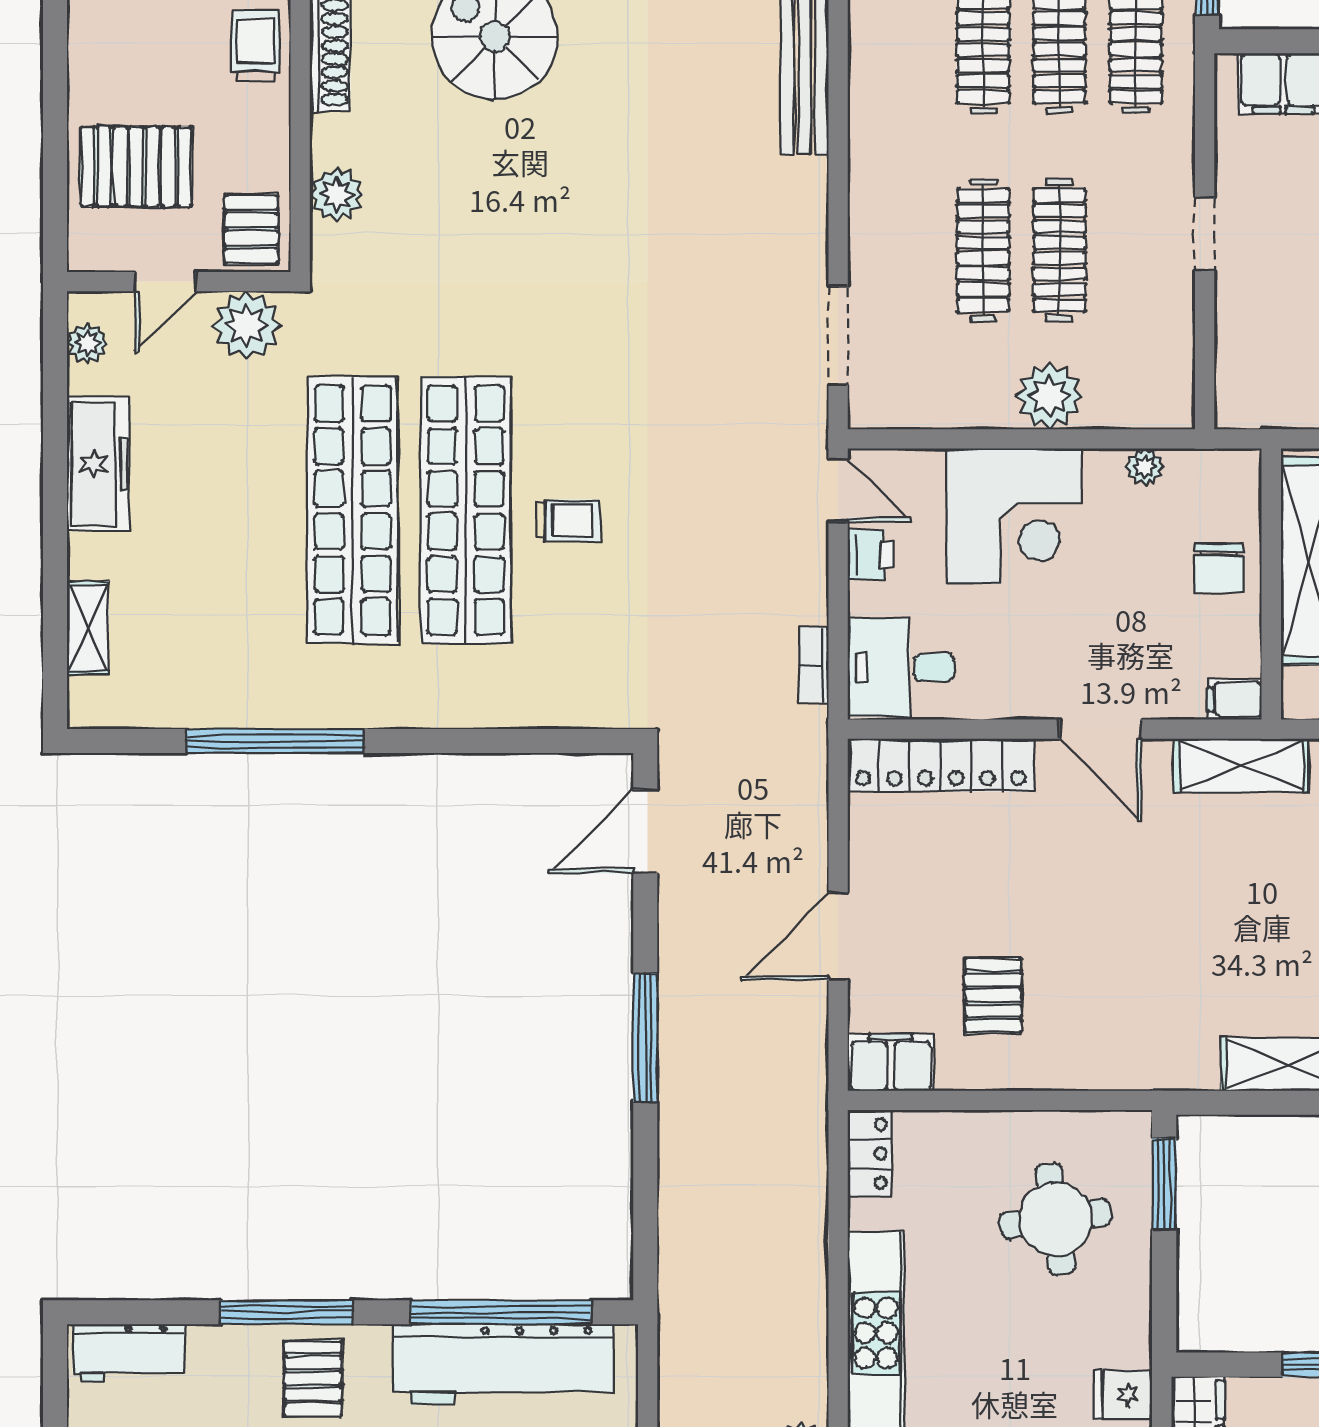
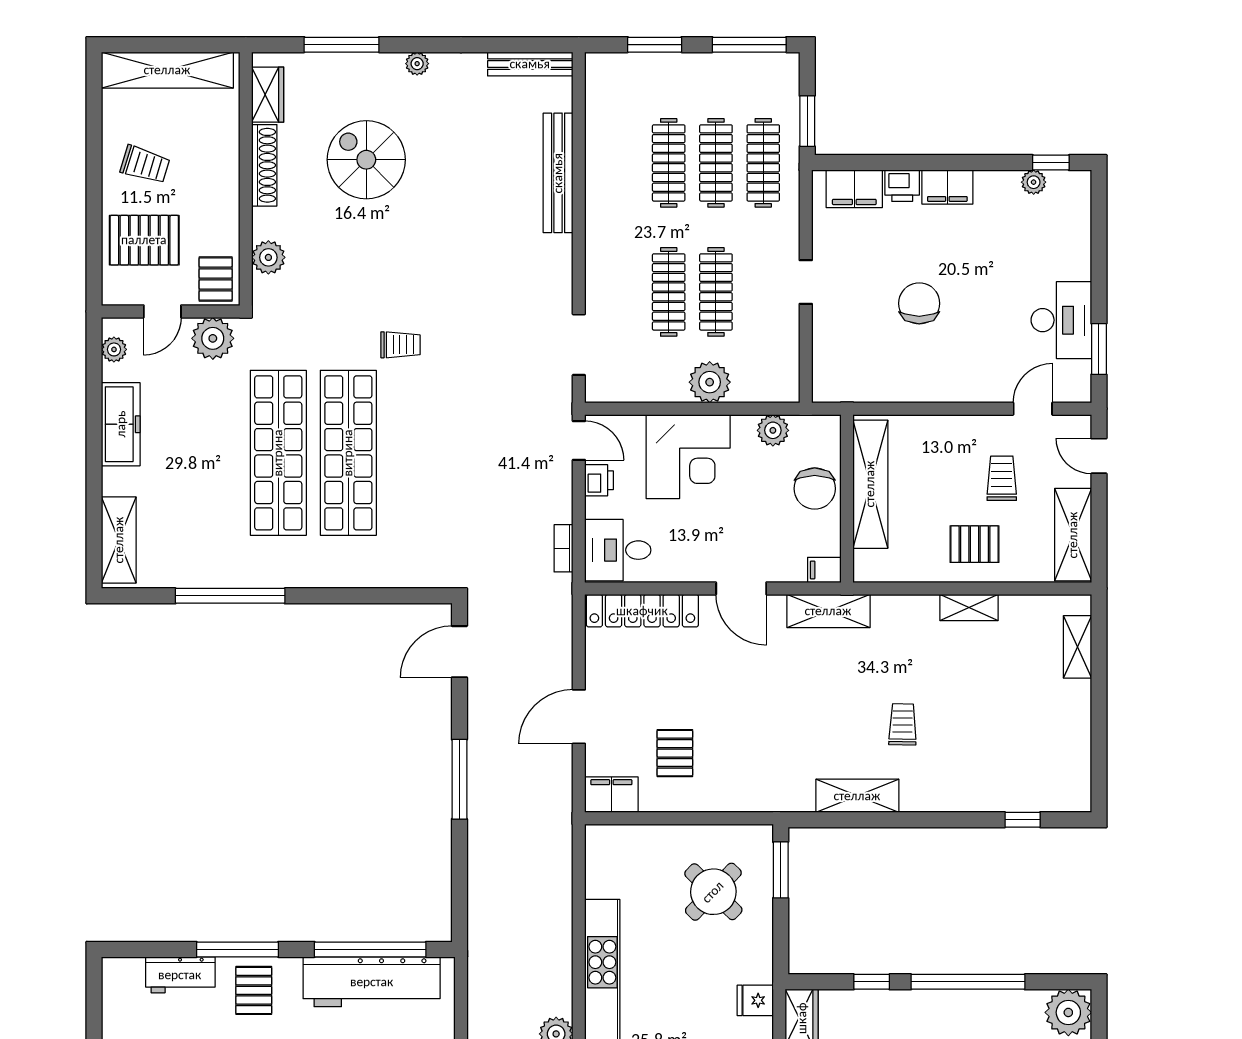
trolley: (255, 46) -> (145, 164), moved, turned 107
plant: (1145, 467) -> (773, 430), width x1.38, depth x1.38
trolley: (568, 521) -> (400, 345), moved
chair: (1219, 568) -> (815, 489), width x1.37, depth x1.37
shelving: (88, 628) -> (119, 540), width x1.50, depth x1.33
locker: (870, 1154) -> (598, 851), removed
round table: (1055, 1219) -> (713, 892), turned -38
workbench: (129, 1353) -> (180, 975), moved

